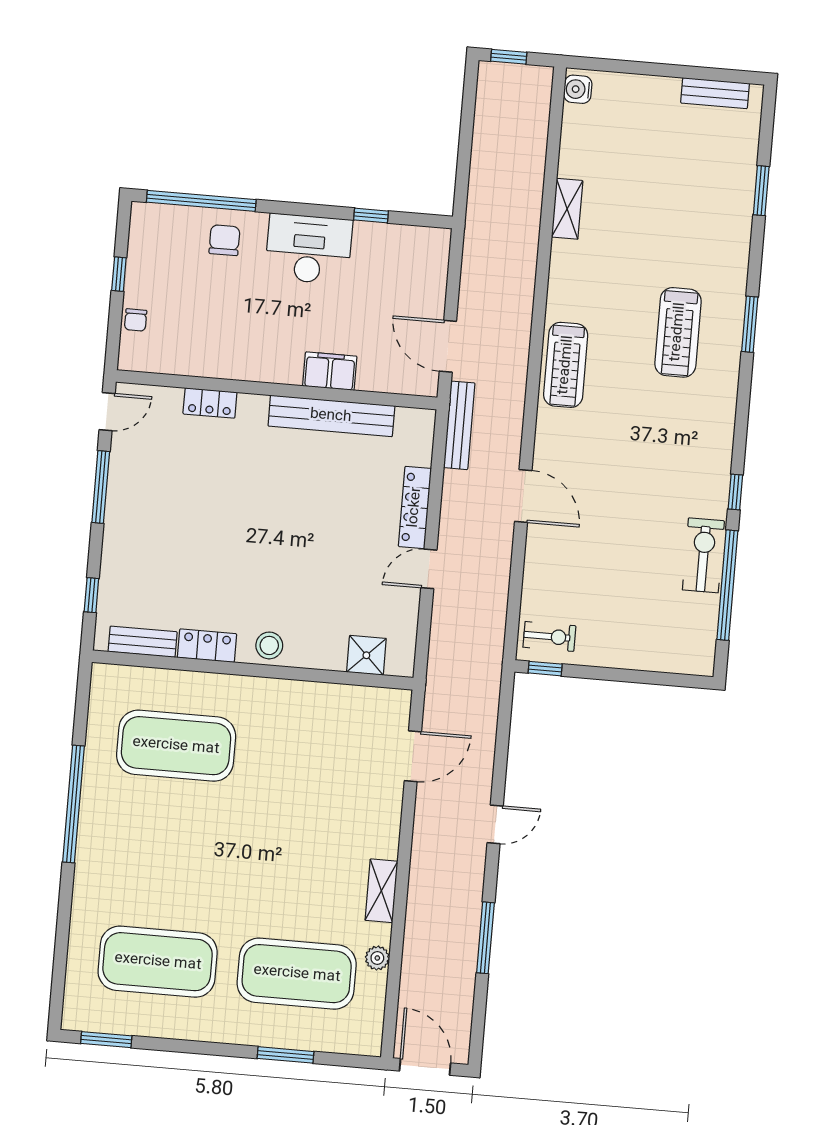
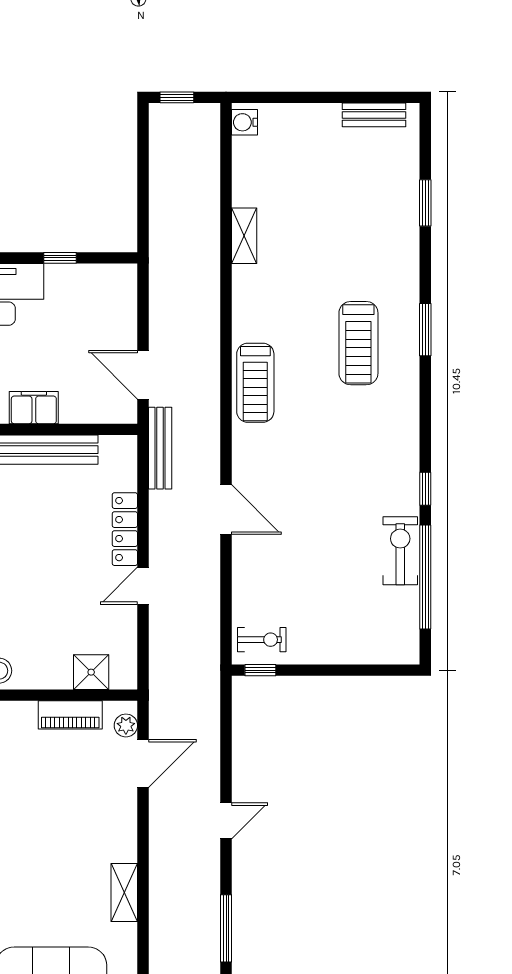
piano: (340, 698) -> (70, 715), added
plant: (377, 958) -> (126, 725), moved

